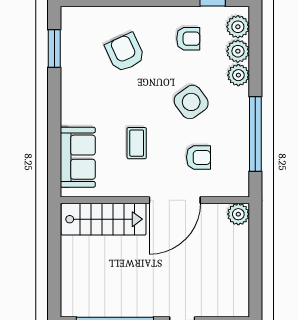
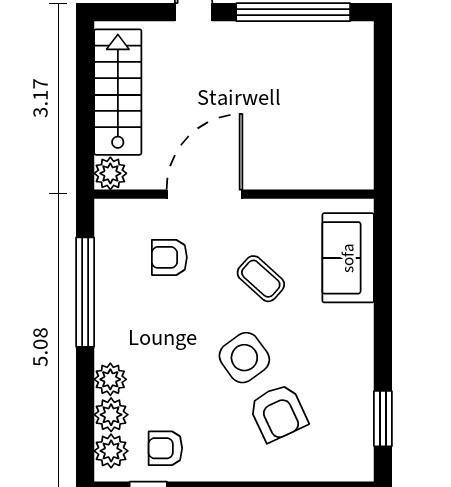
armchair: (188, 39) -> (165, 448), moved
side table: (191, 102) -> (244, 358), moved
coffee table: (137, 143) -> (261, 279), turned -48
stairs: (104, 219) -> (118, 92), moved, turned 90

